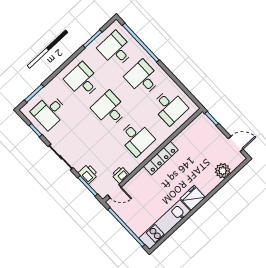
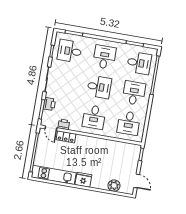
desk: (116, 49) -> (139, 63), turned 90
desk: (109, 109) -> (99, 87), turned 90
locker: (161, 158) -> (66, 137), moved, width x0.66

